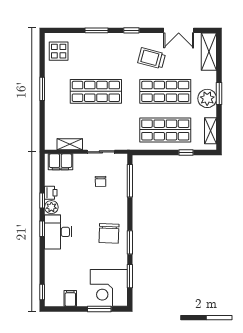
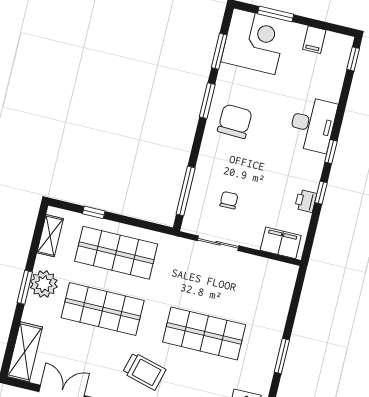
trolley: (152, 58) -> (144, 371), moved
shelving: (70, 144) -> (261, 265), removed
plant: (51, 207) -> (310, 180), removed
desk: (58, 232) -> (313, 124), moved

